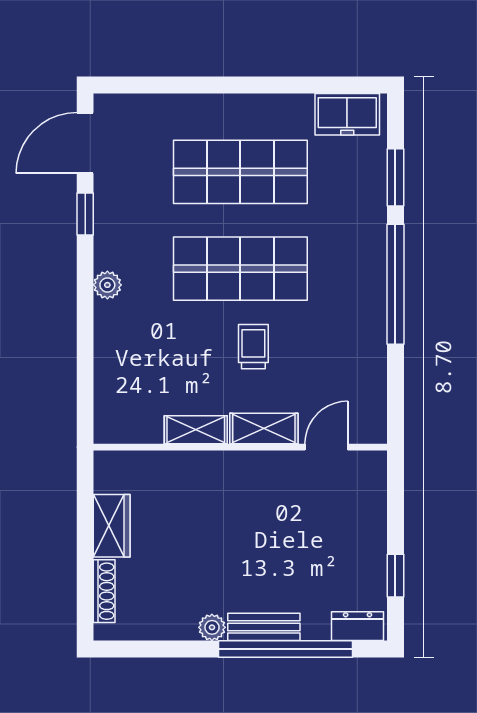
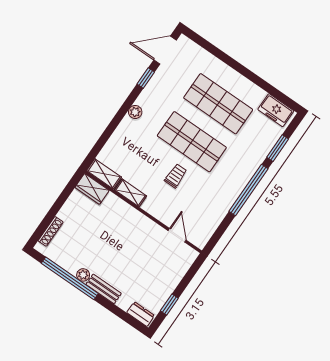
shelving: (264, 428) -> (104, 174), moved
door: (326, 447) -> (177, 235), hinge flipped
wardrobe: (112, 526) -> (92, 189), moved, turned 90
window: (286, 649) -> (70, 278), moved

